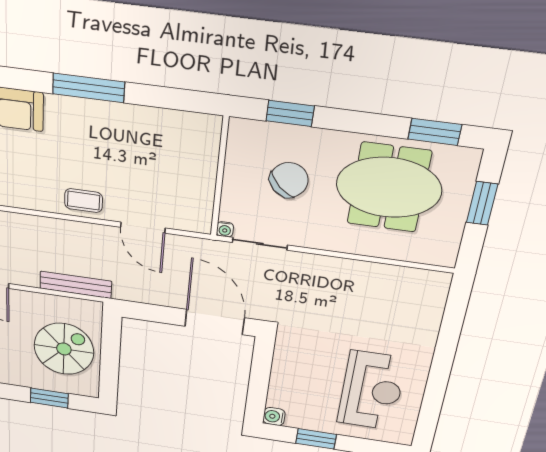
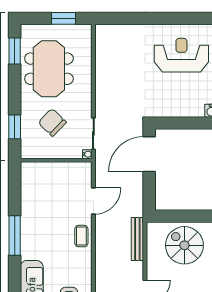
window: (482, 203) -> (64, 18), moved

